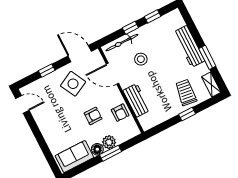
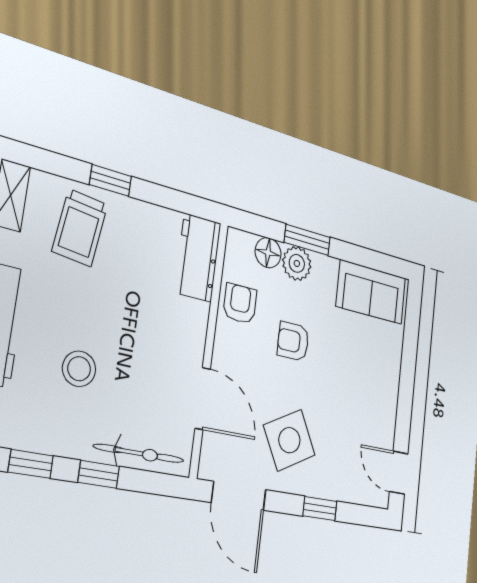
stool: (141, 59) -> (79, 369), moved
workbench: (137, 100) -> (198, 258), moved
floor lamp: (97, 149) -> (268, 253), moved

